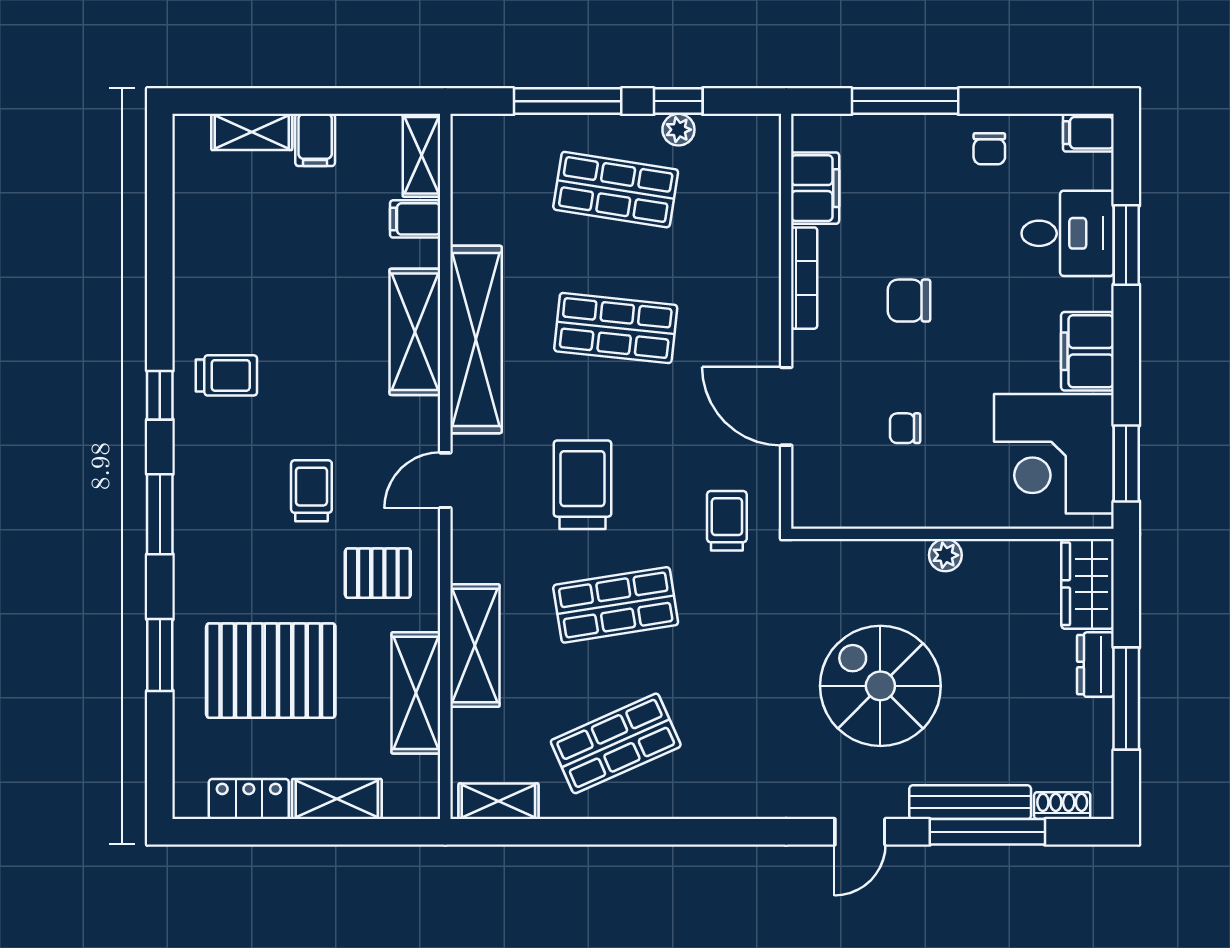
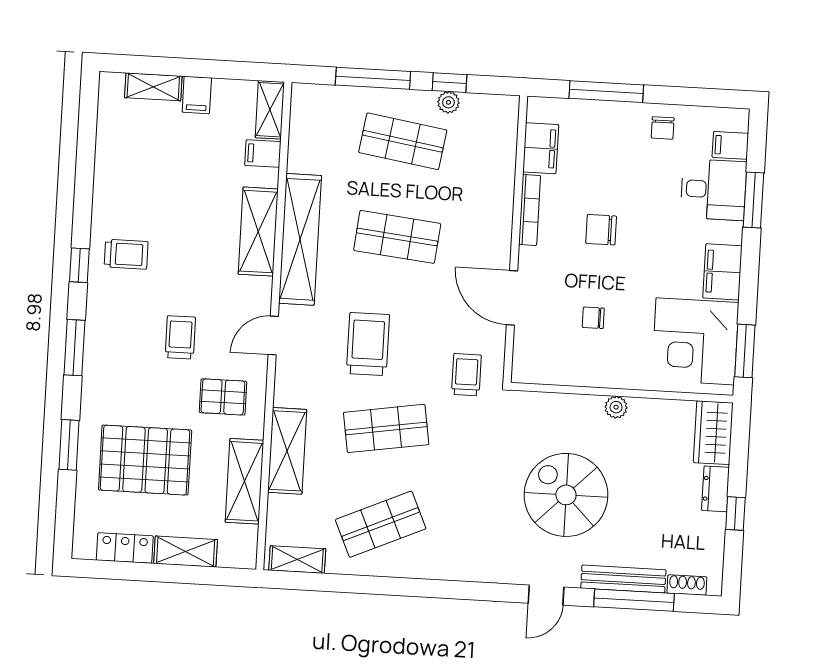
filing cabinet: (1088, 133) -> (730, 145), moved
window: (1126, 699) -> (735, 514), width x0.46

